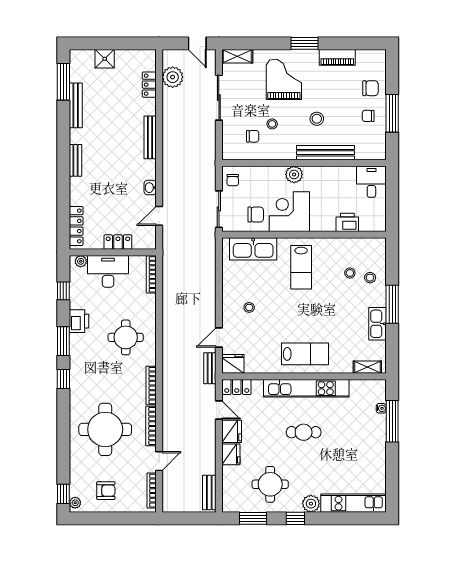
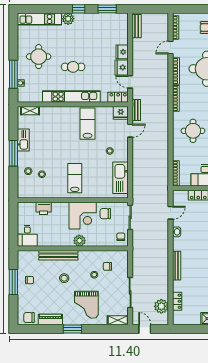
chair: (371, 88) -> (29, 318), moved
kitchen sink: (253, 249) -> (121, 178), moved, turned -90
lab bench: (305, 354) -> (87, 124), moved, turned 90
round table: (270, 484) -> (39, 57), moved

